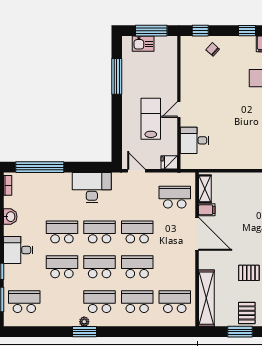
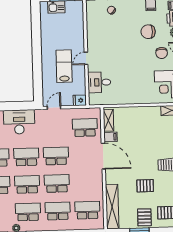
window: (117, 76) -> (36, 33), removed
door: (136, 171) -> (54, 108), hinge flipped

